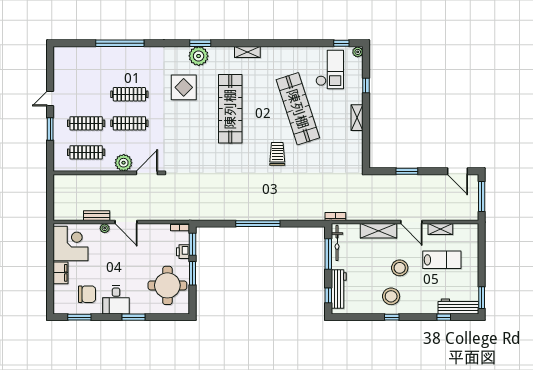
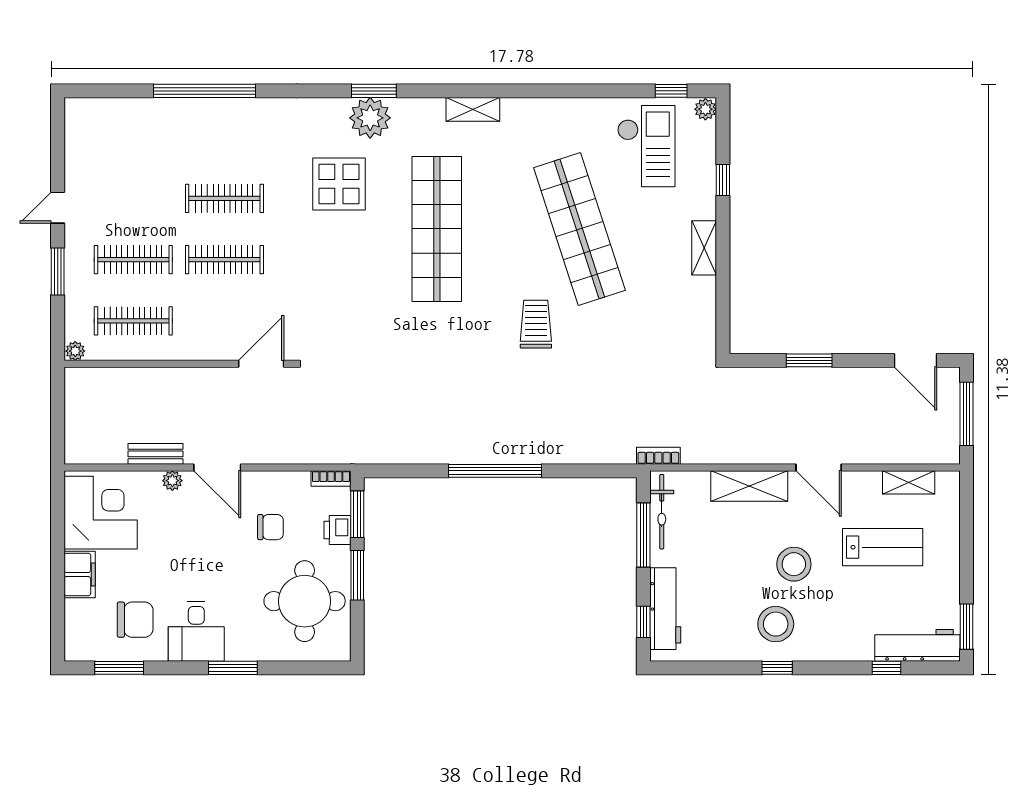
plant: (124, 163) -> (75, 351), moved, width x0.53, depth x0.53
shelving: (440, 229) -> (909, 482), moved
chair: (151, 250) -> (270, 527), added

